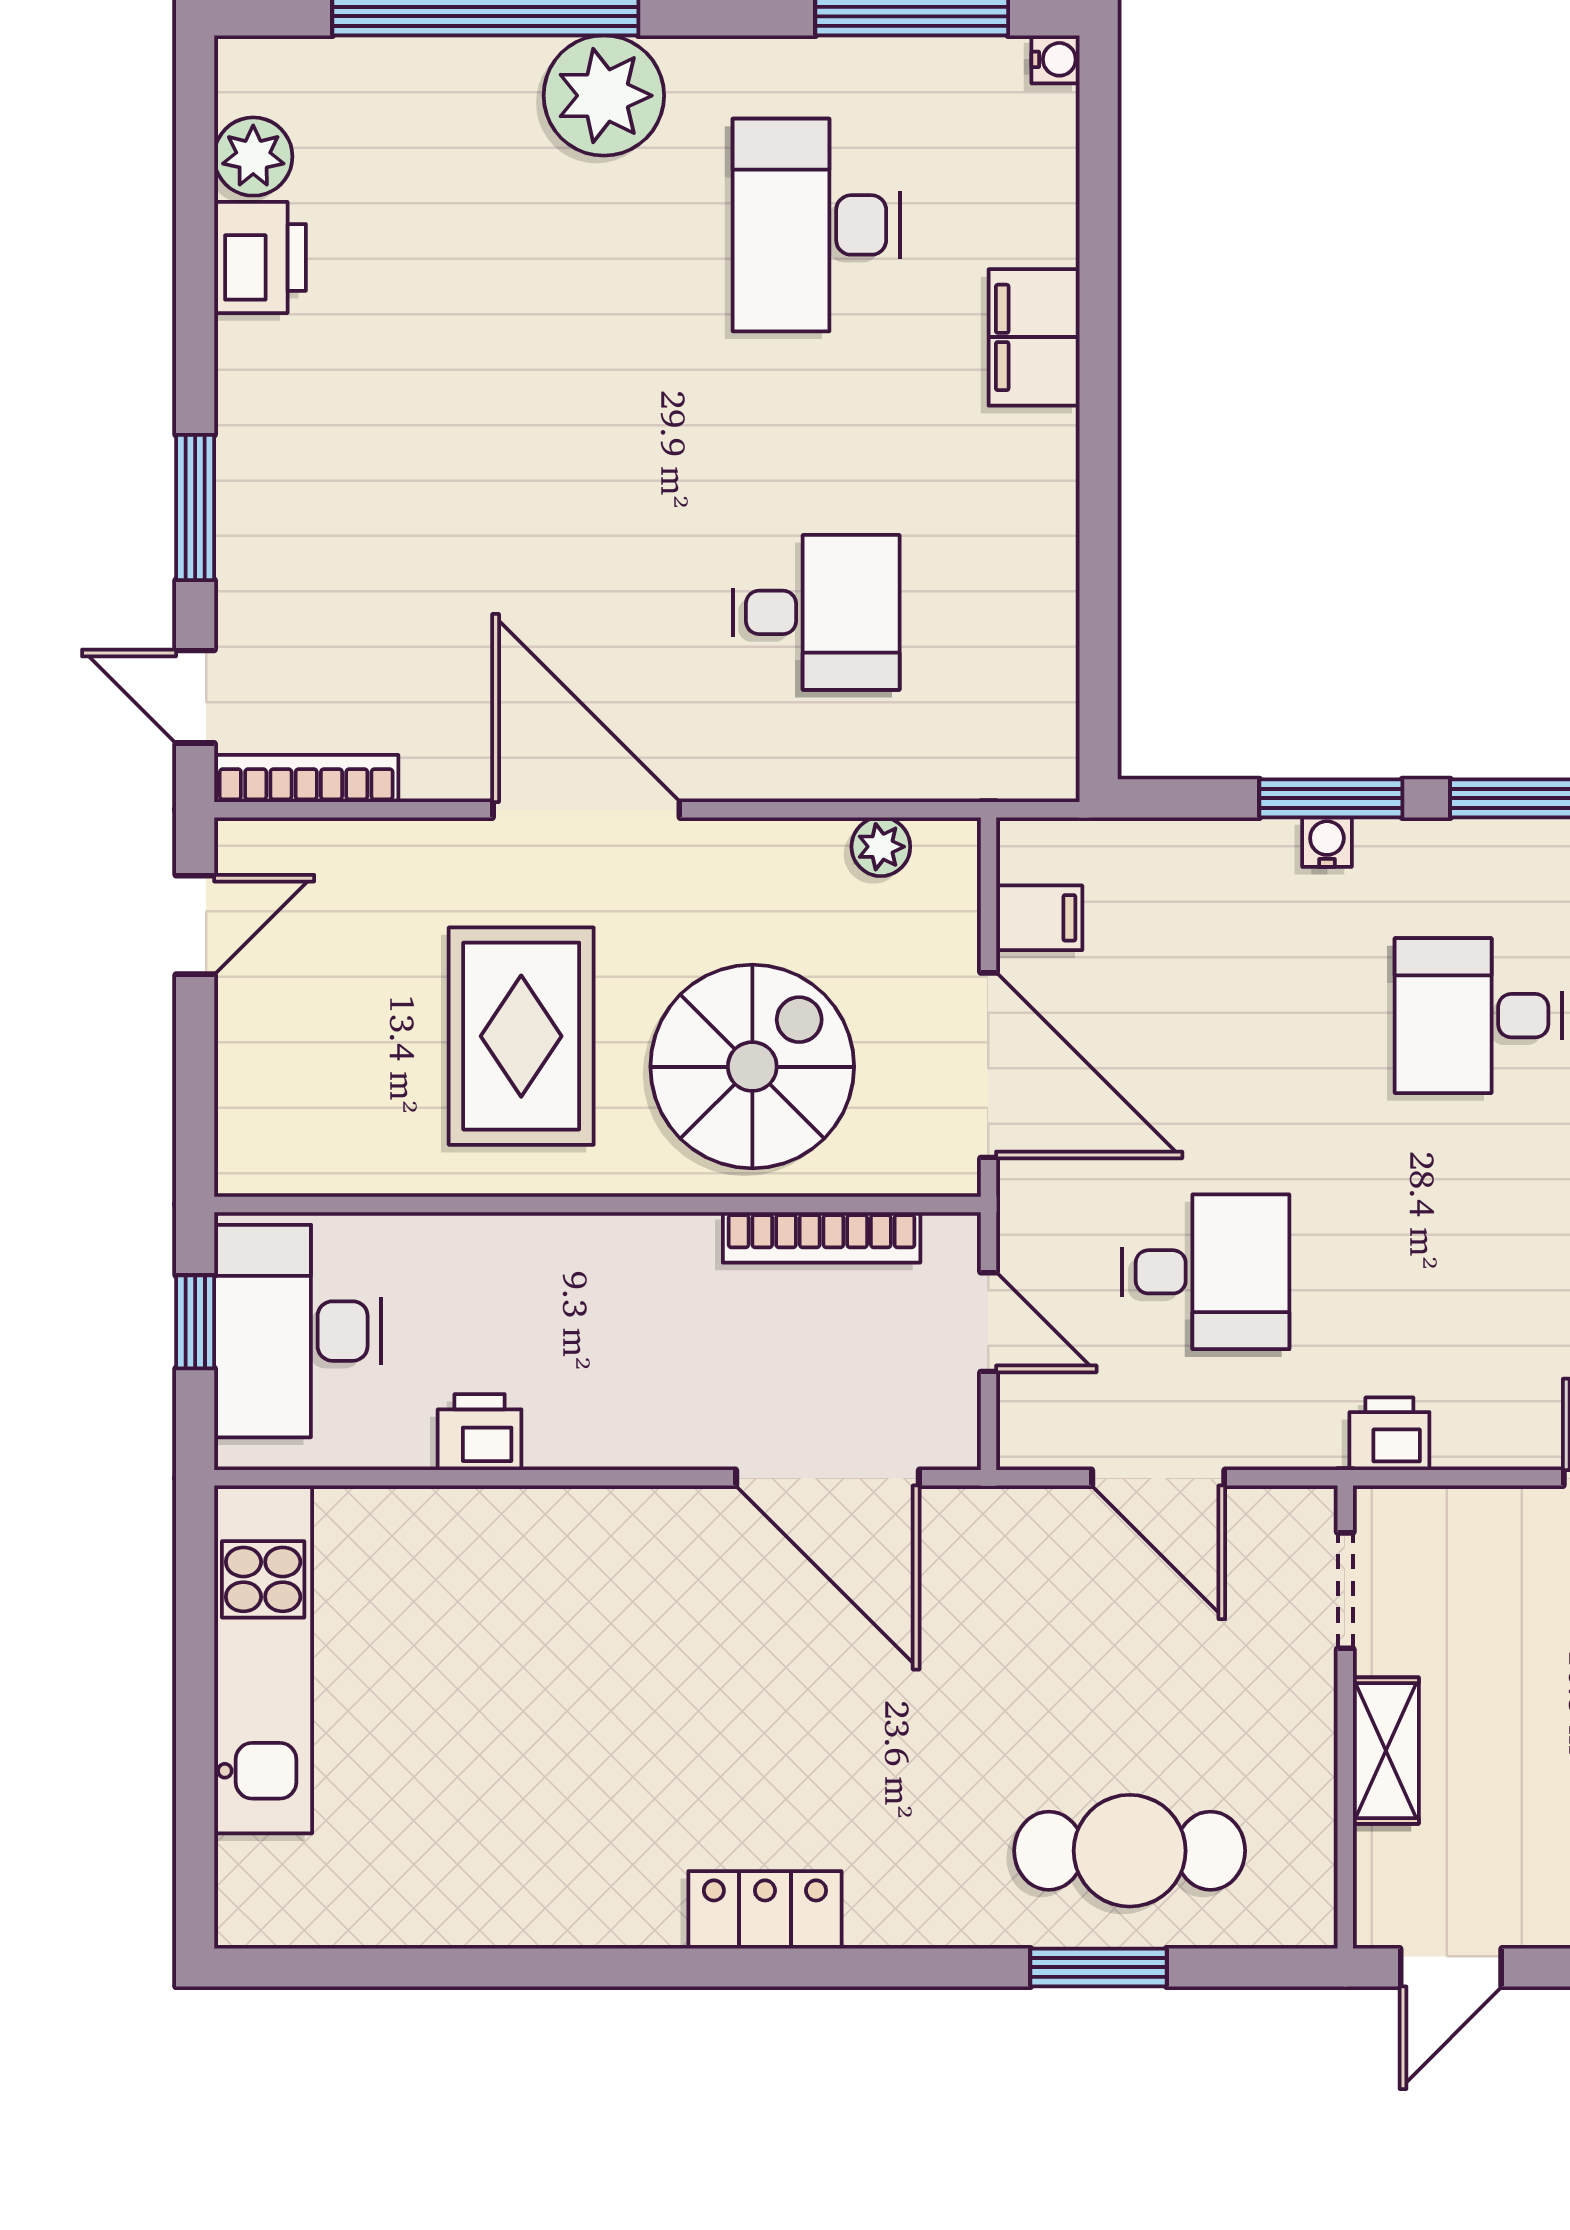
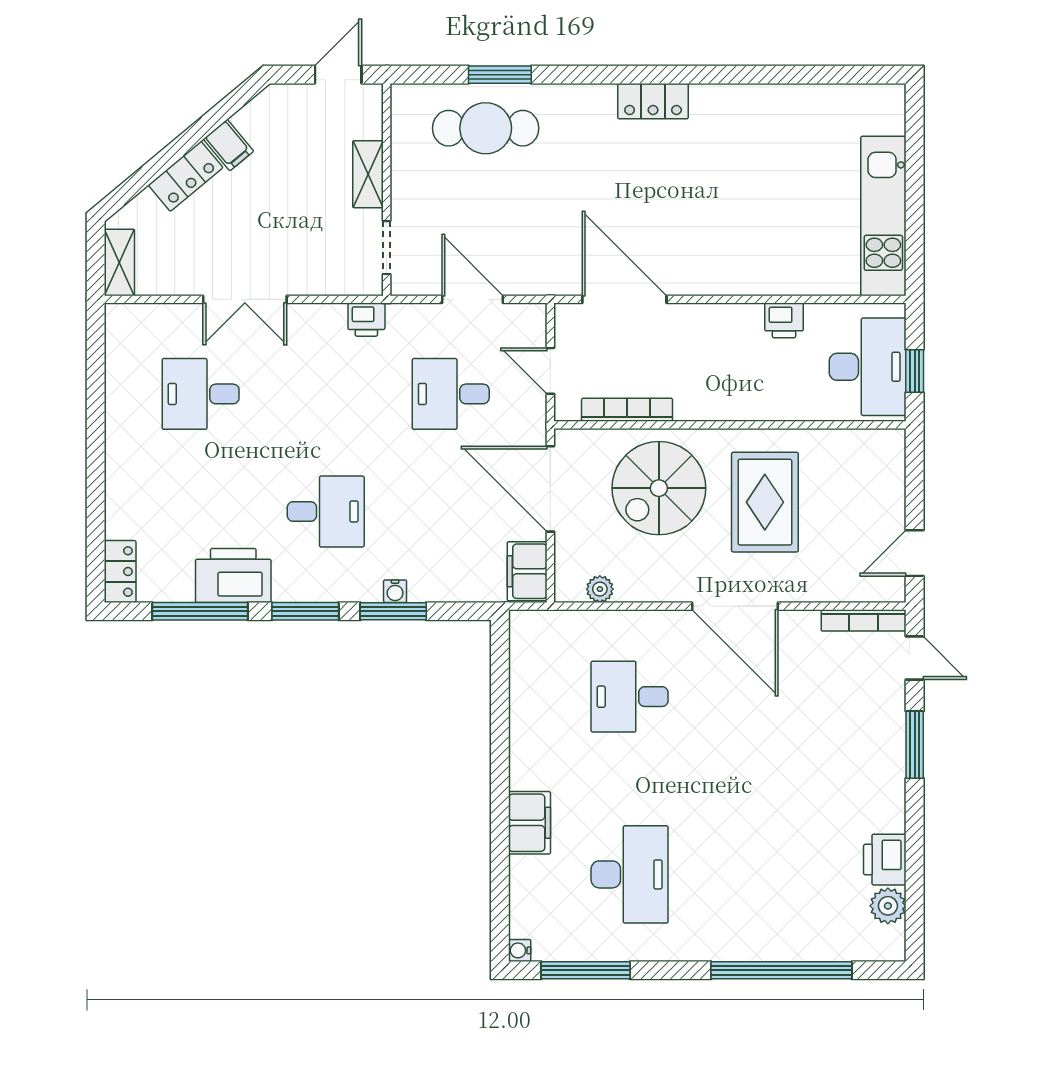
plant: (604, 96) -> (727, 934), removed
filing cabinet: (1039, 918) -> (527, 571), width x2.00

